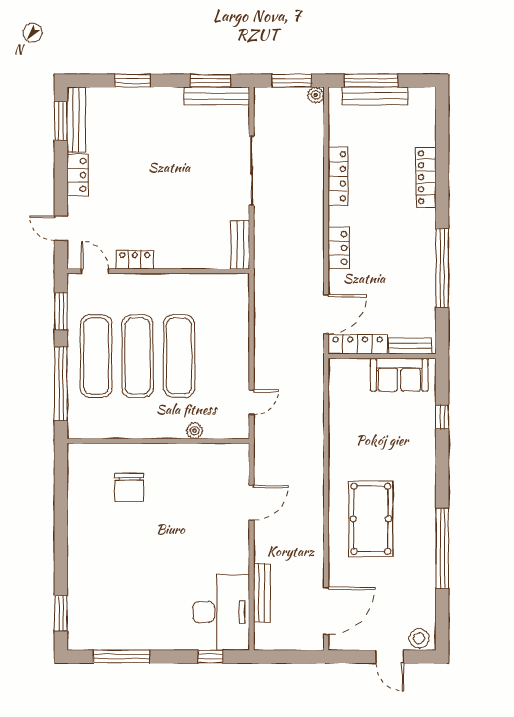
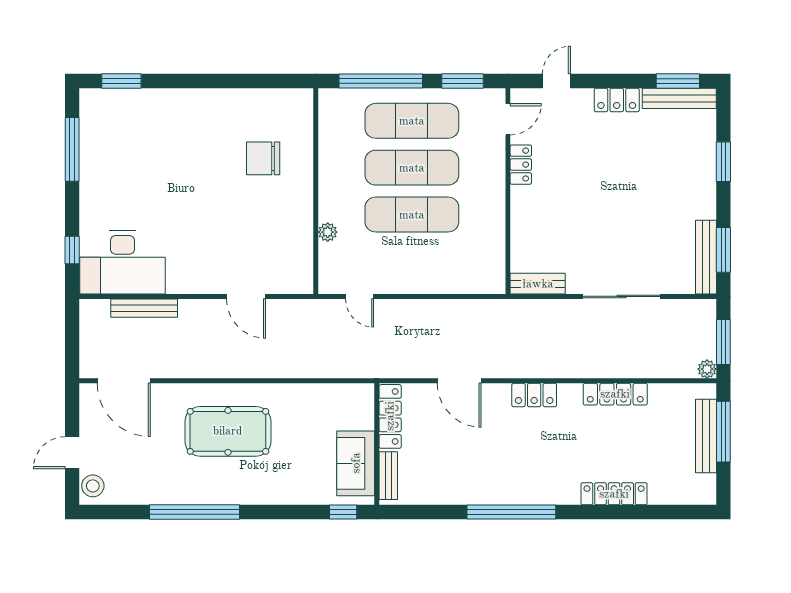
locker: (358, 344) -> (390, 416), moved
bench: (410, 346) -> (388, 476), moved
wall: (382, 356) -> (377, 444), moved
sofa: (399, 375) -> (356, 463), moved

